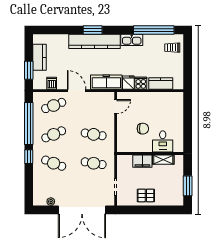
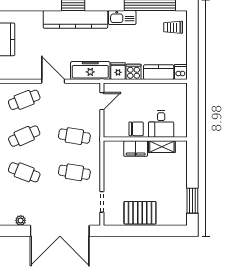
dishwasher: (52, 83) -> (180, 72), moved
desk: (163, 141) -> (161, 124), moved
wall: (150, 153) -> (145, 139), moved
shelving: (163, 160) -> (162, 147), moved
filing cabinet: (142, 161) -> (136, 149), moved
pallet: (146, 195) -> (140, 213), width x1.50, depth x1.42

